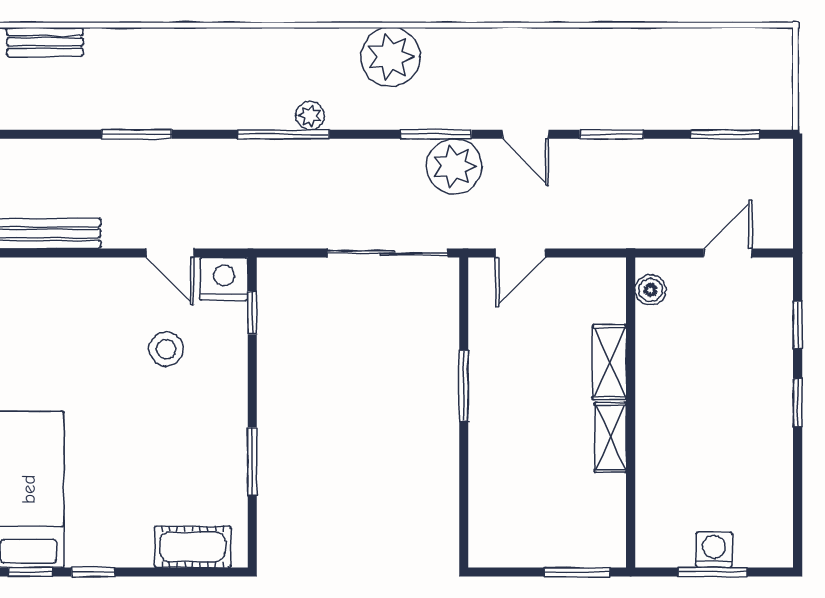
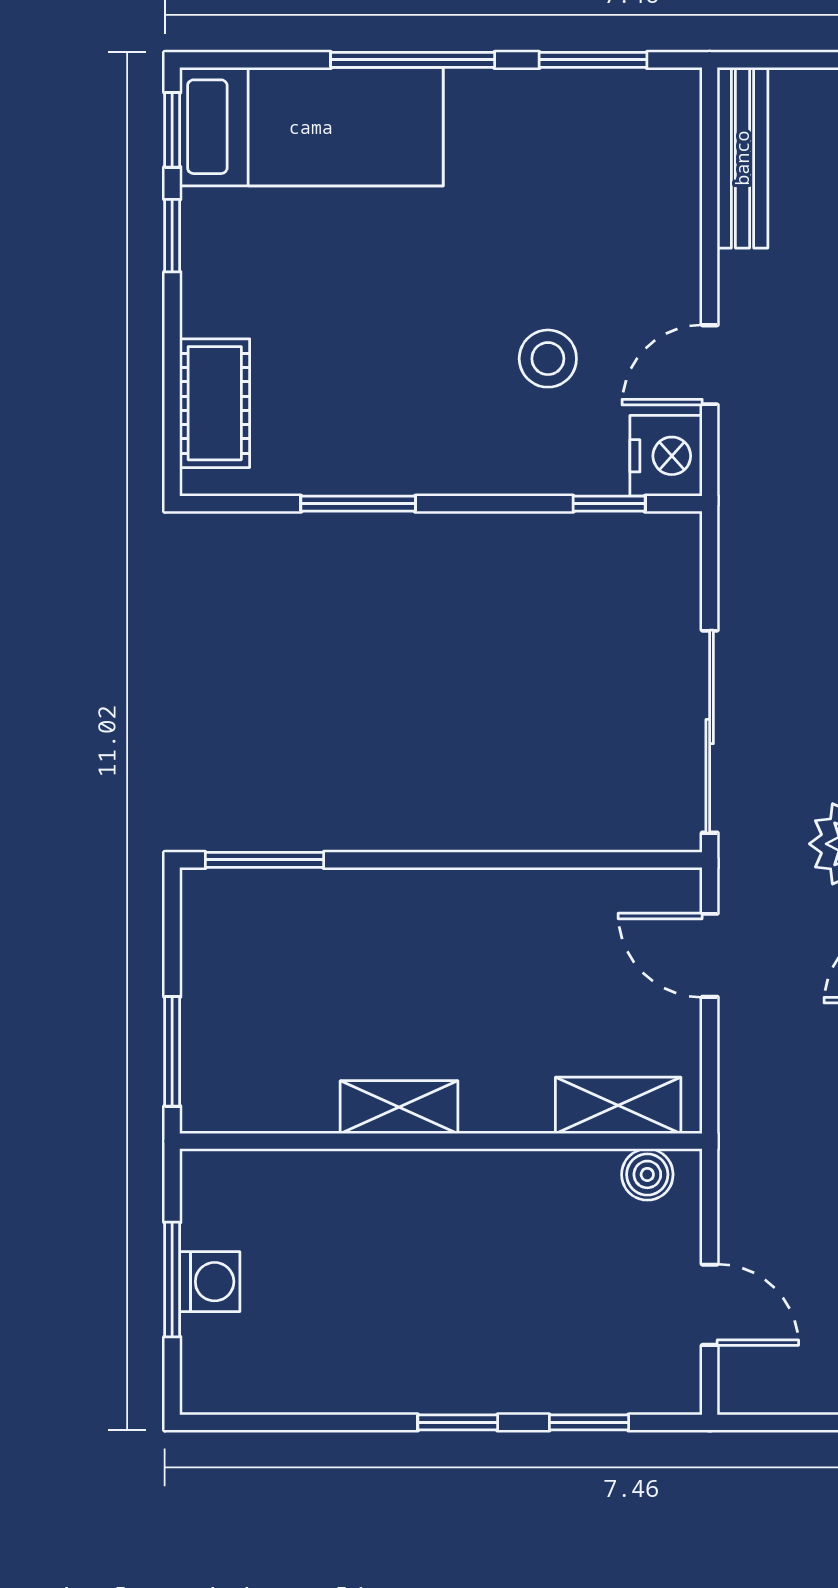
shelving: (609, 362) -> (618, 1105), moved
window: (464, 386) -> (264, 860), moved

